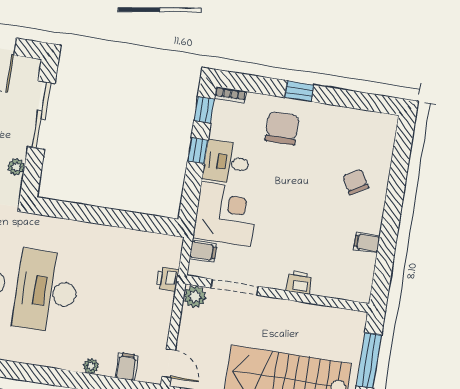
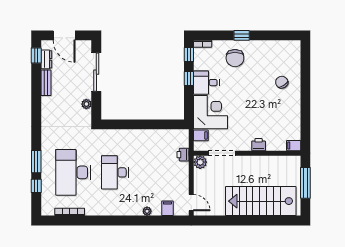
chair: (282, 128) -> (235, 58), turned 180
filing cabinet: (367, 243) -> (294, 146), moved
desk: (46, 291) -> (115, 172), width x0.73, depth x0.77

